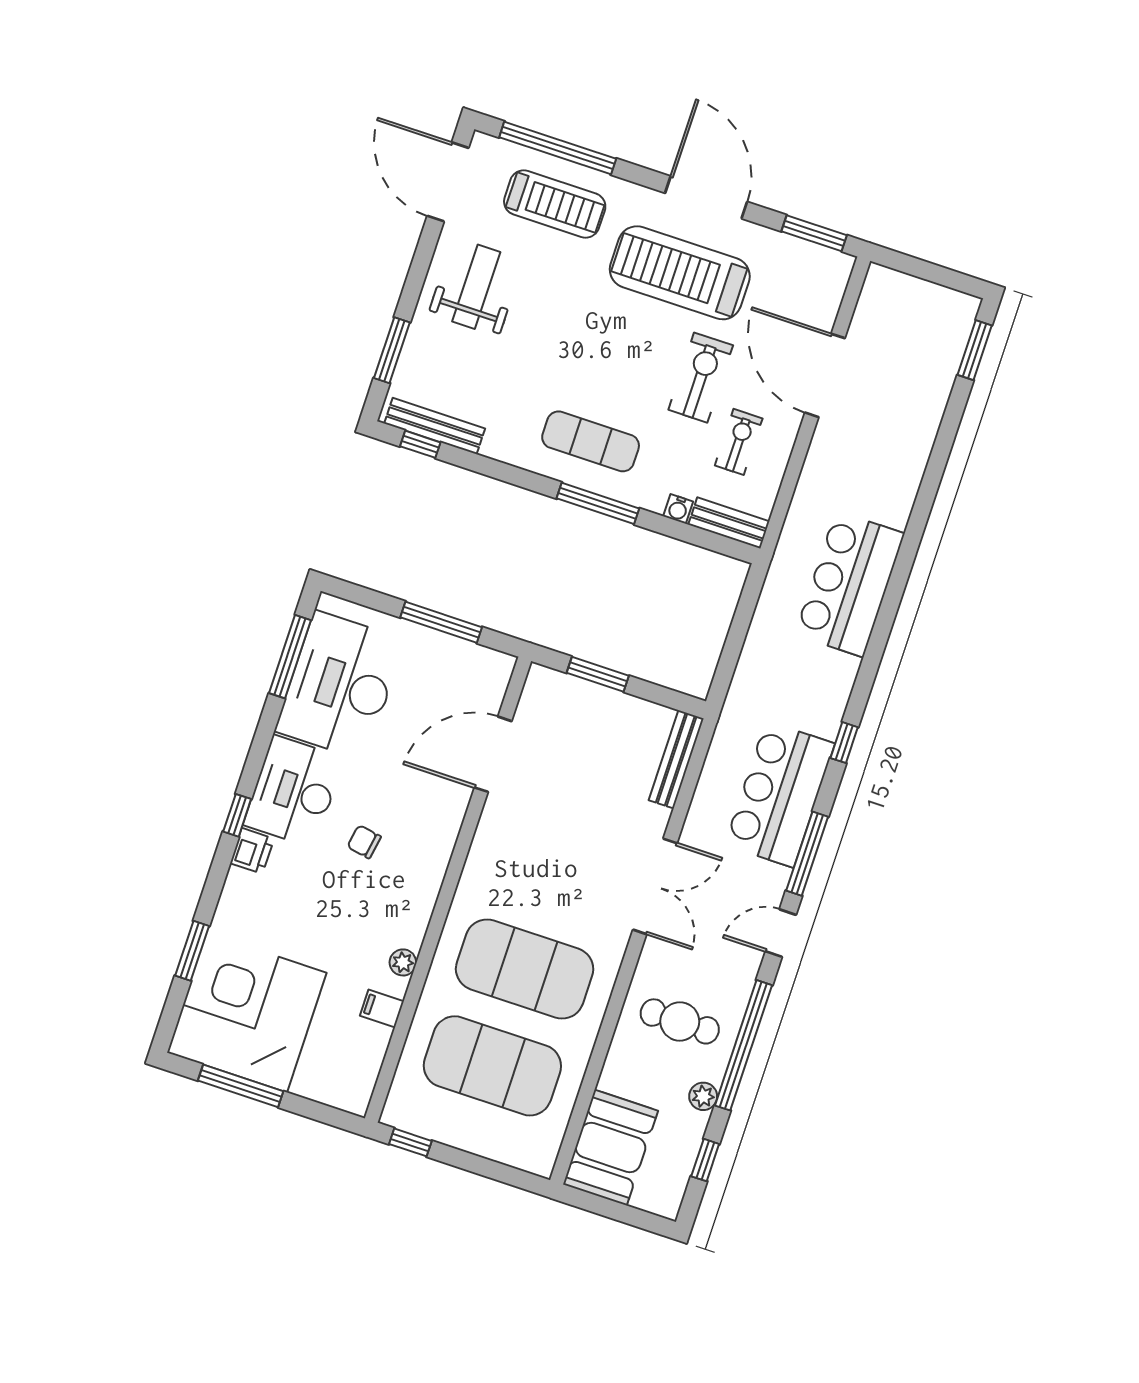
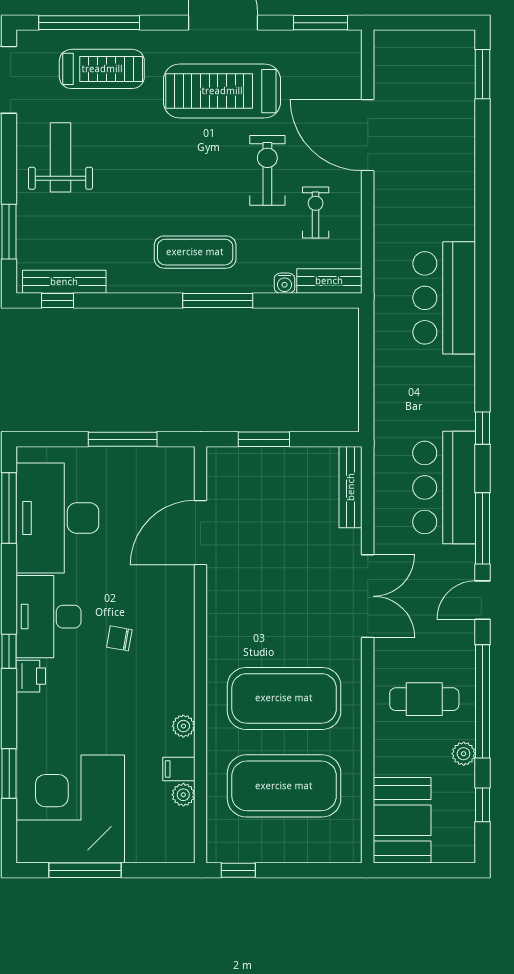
plant: (377, 1039) -> (183, 795), added

